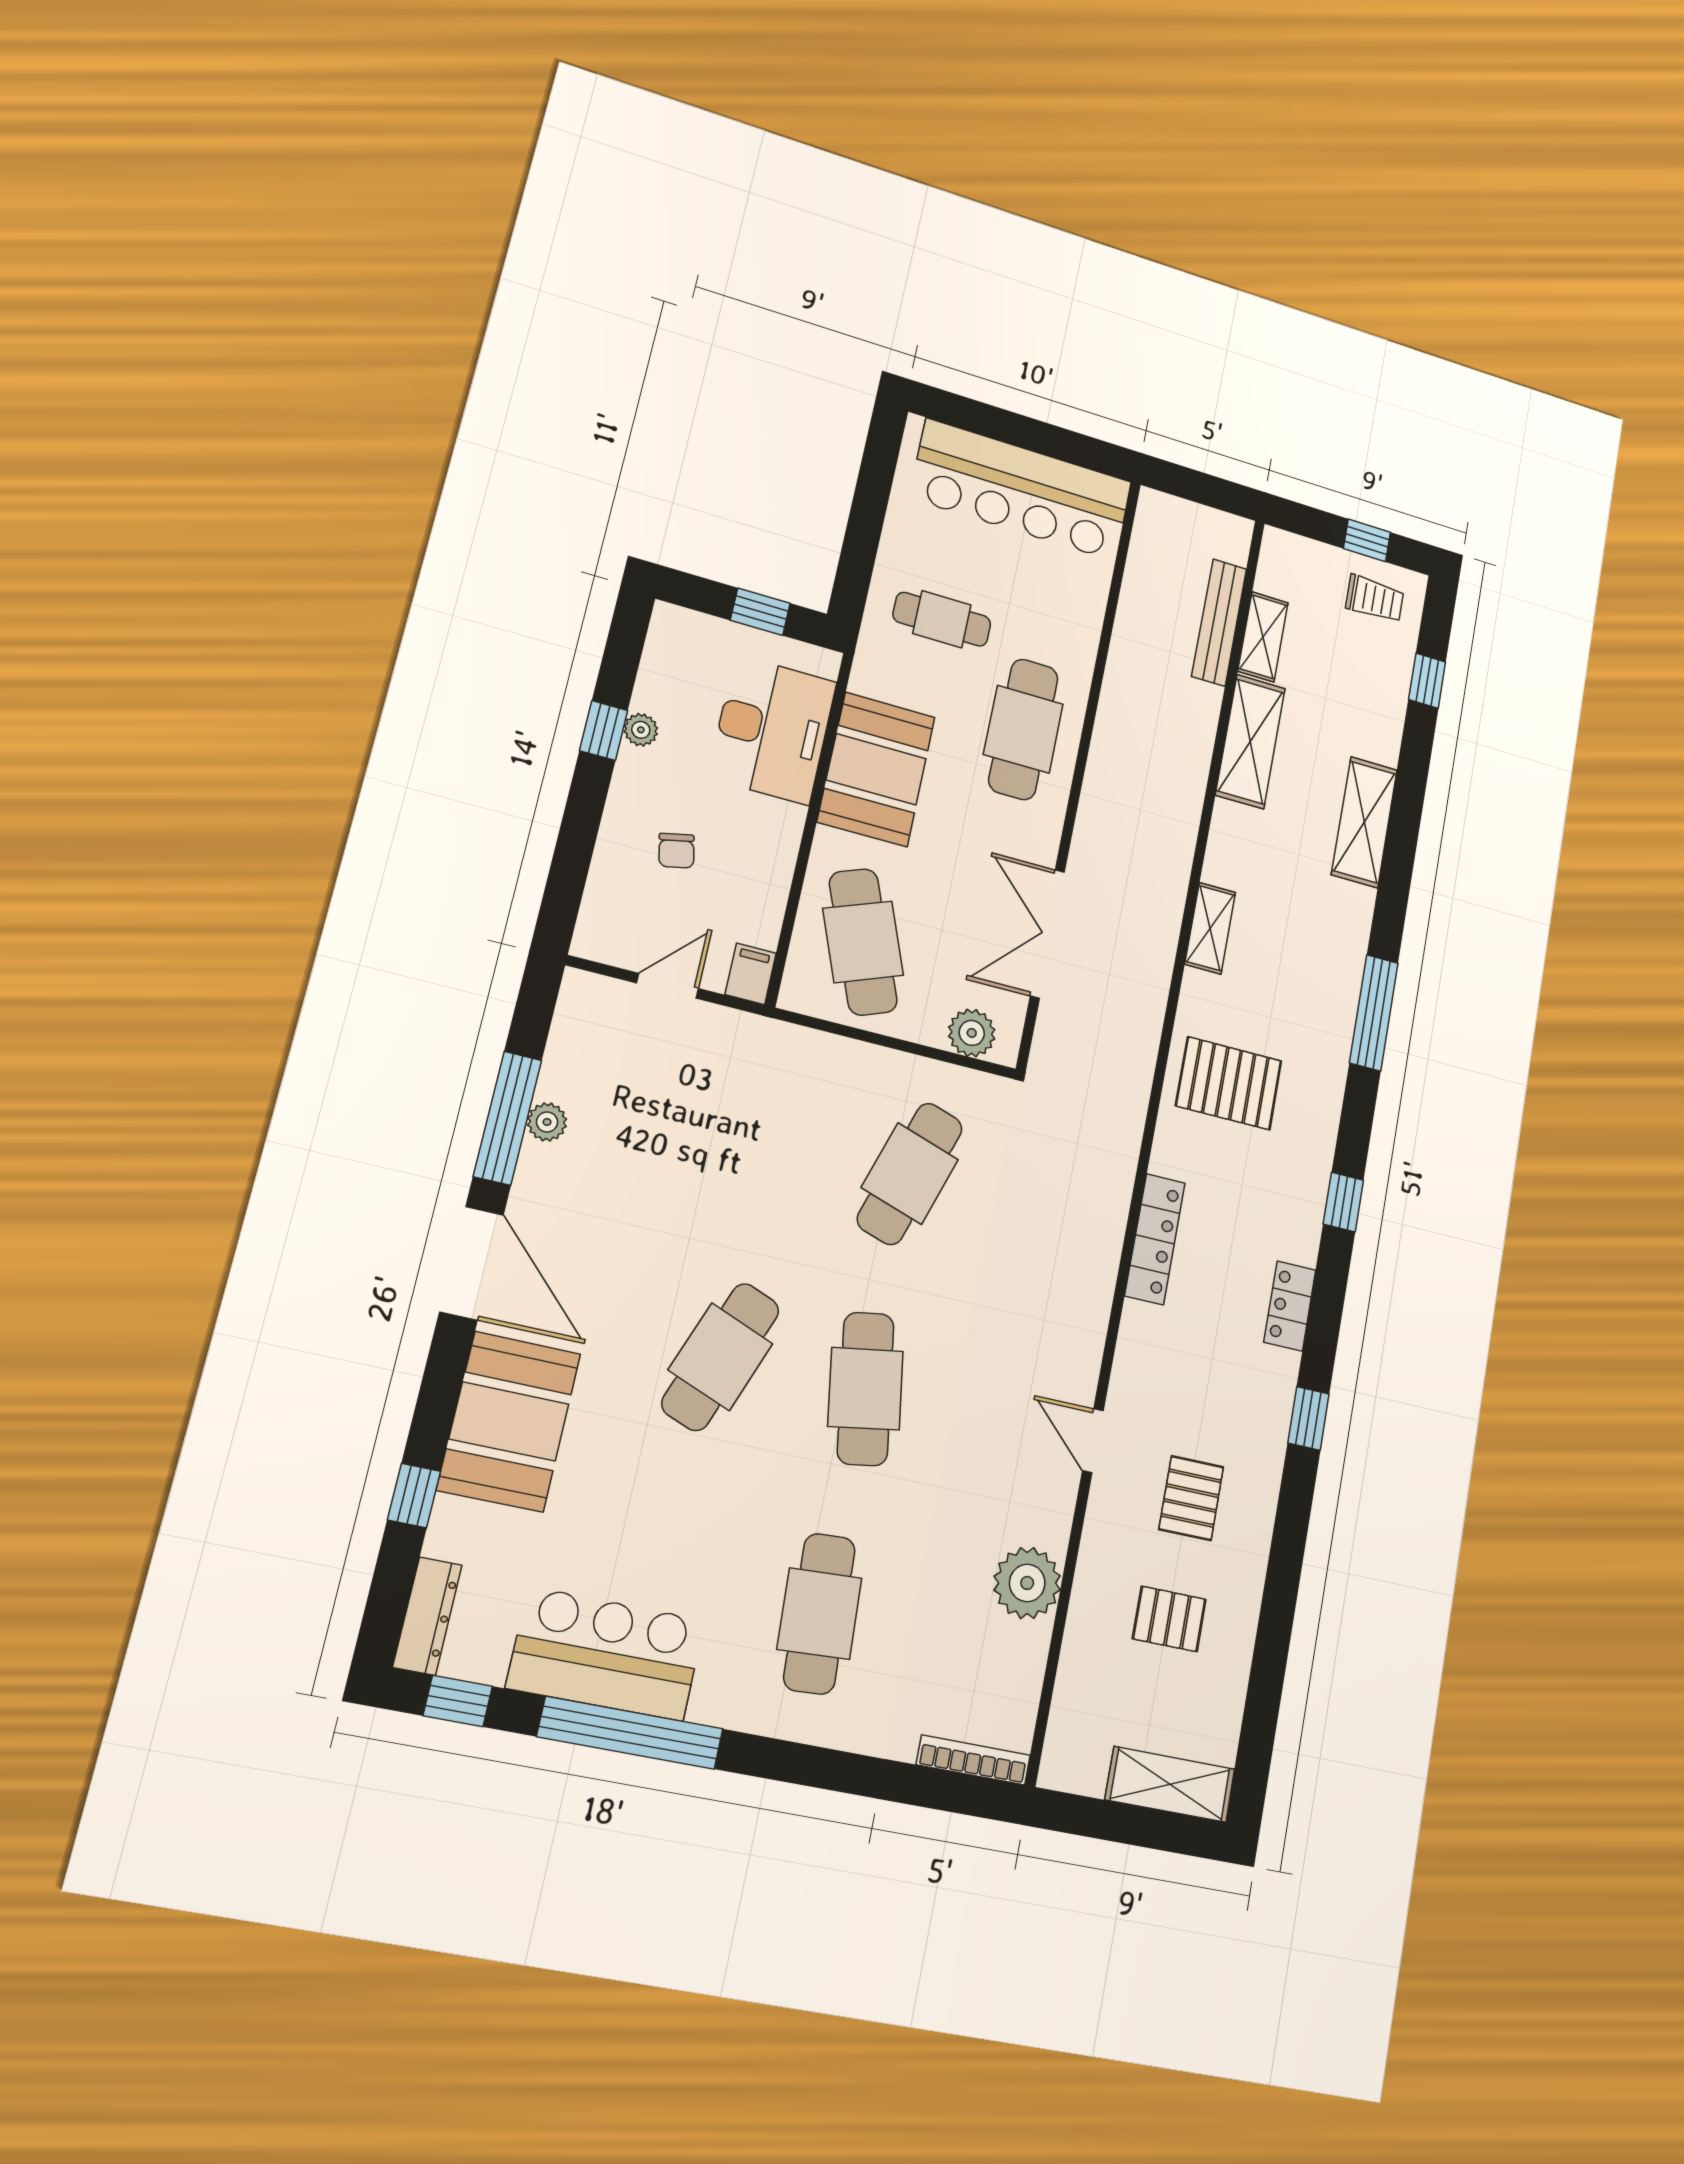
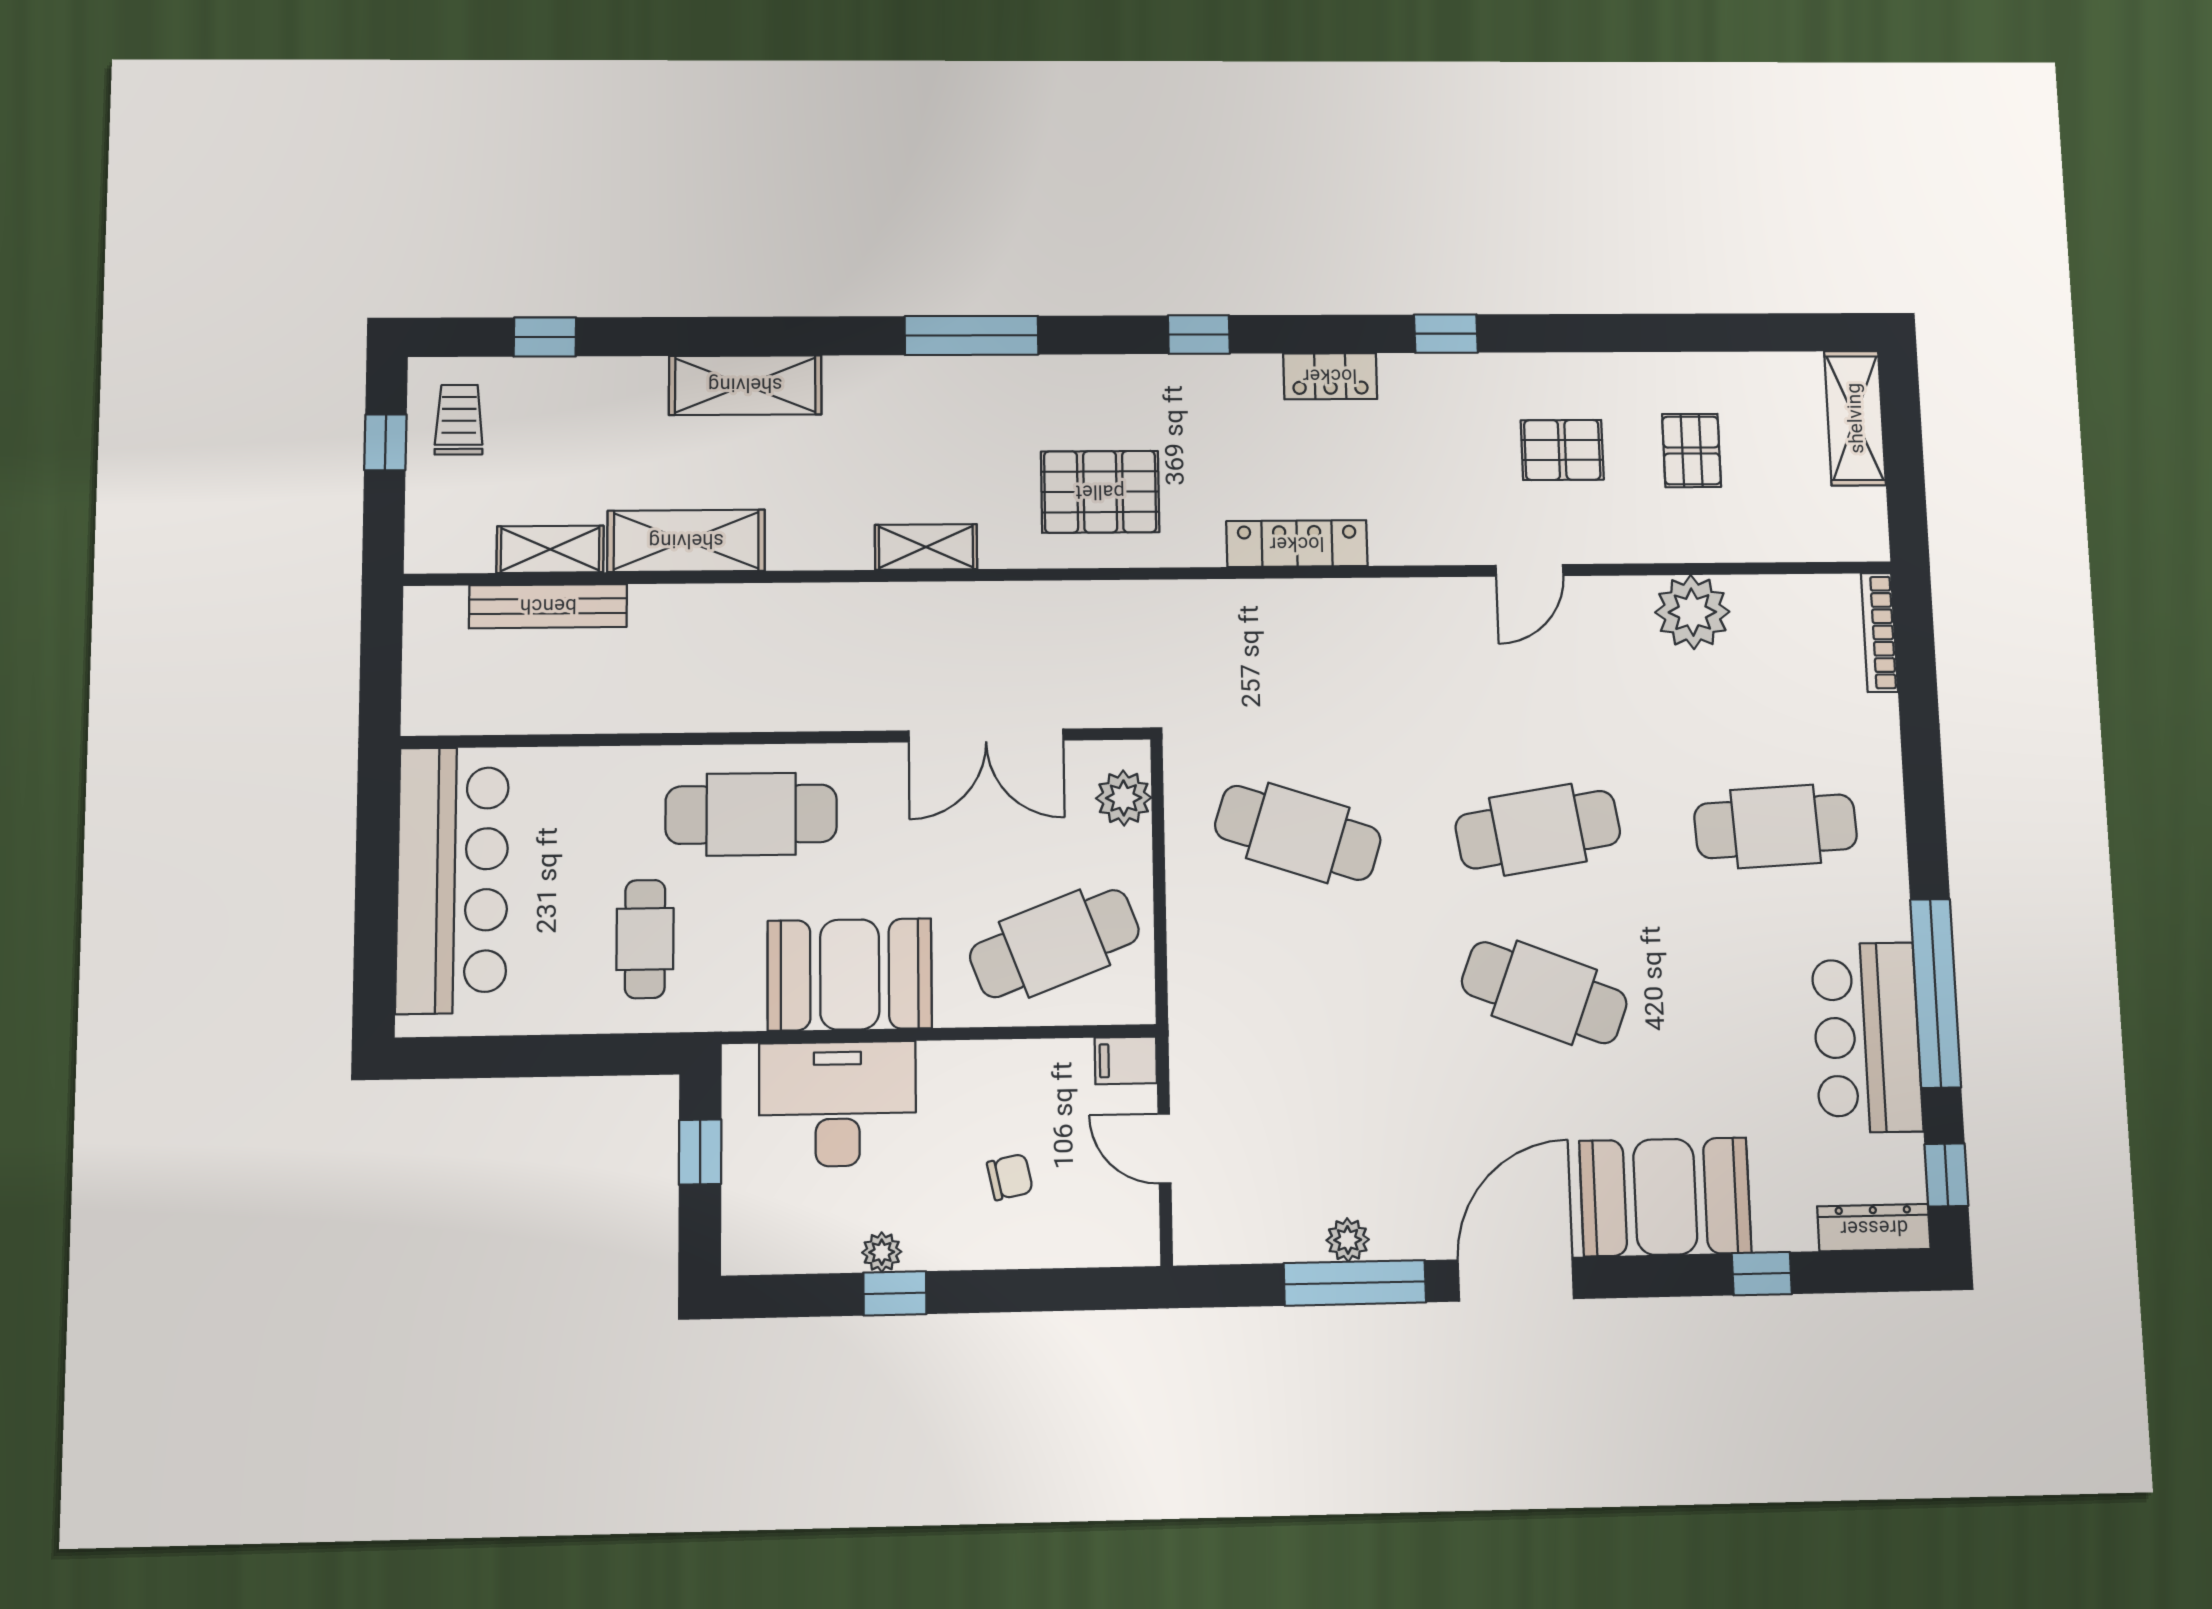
pallet: (1229, 1083) -> (1100, 492), turned 90

